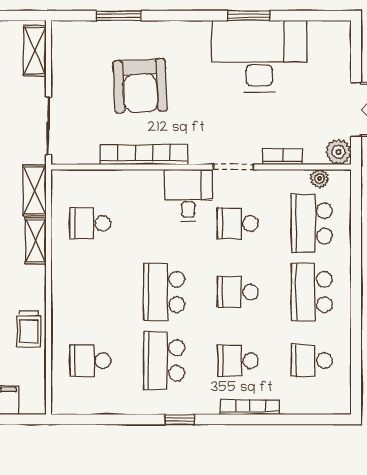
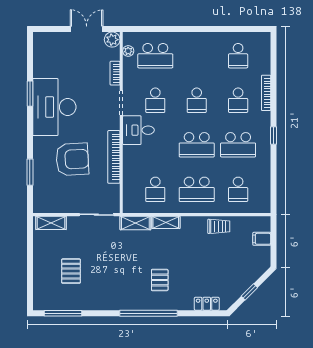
desk: (259, 56) -> (54, 107), moved
school desk: (312, 292) -> (197, 189), moved

